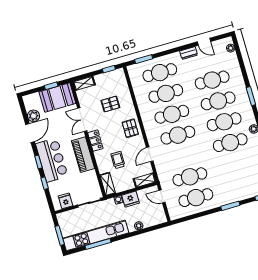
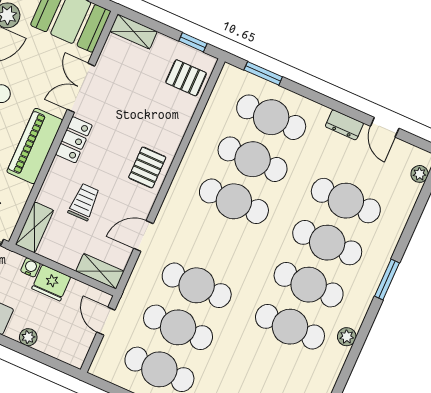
pallet: (110, 104) -> (186, 78), moved
cafe table: (178, 135) -> (197, 285), moved

